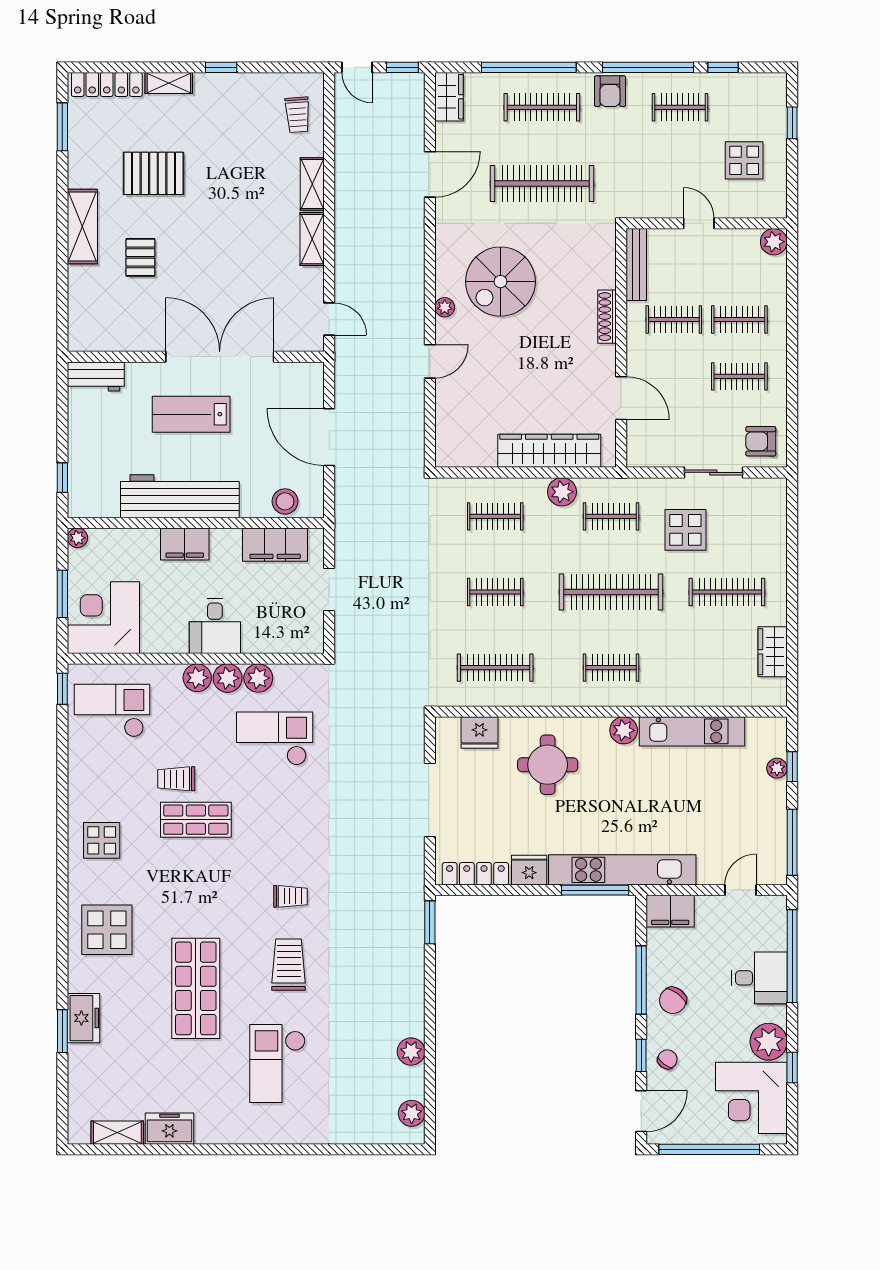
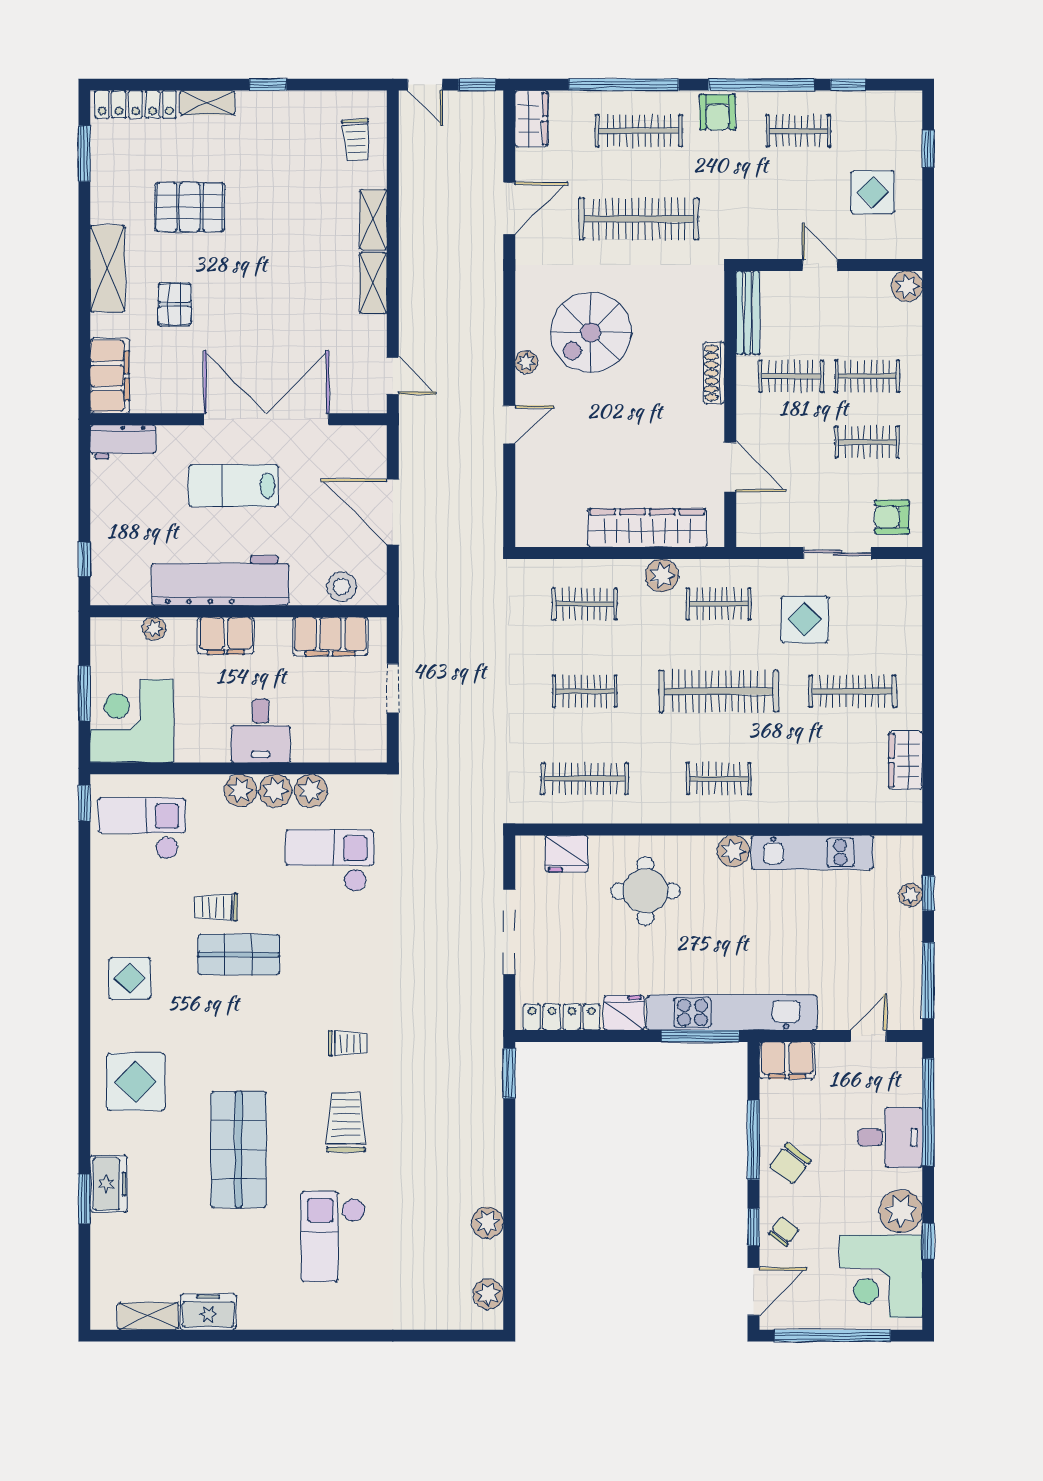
filing cabinet: (84, 319) -> (110, 376), added
plant: (77, 538) -> (154, 629), moved

